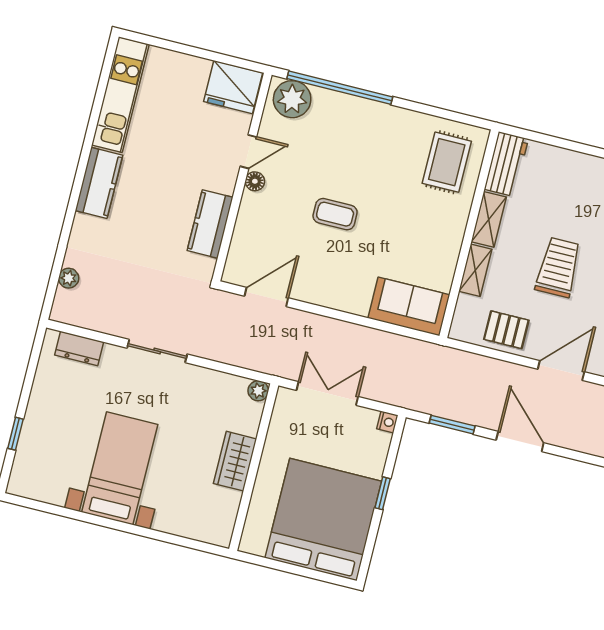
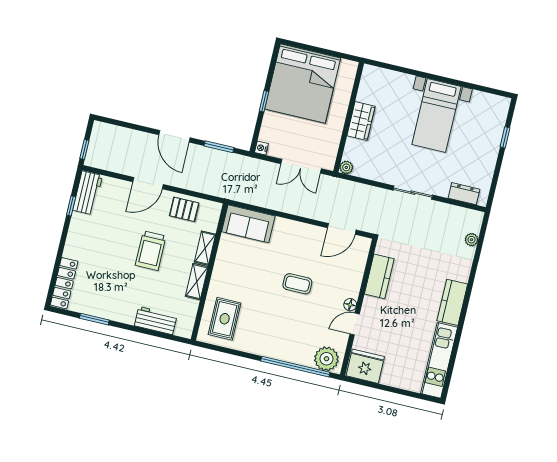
workbench: (506, 164) -> (156, 321), moved, turned 90

